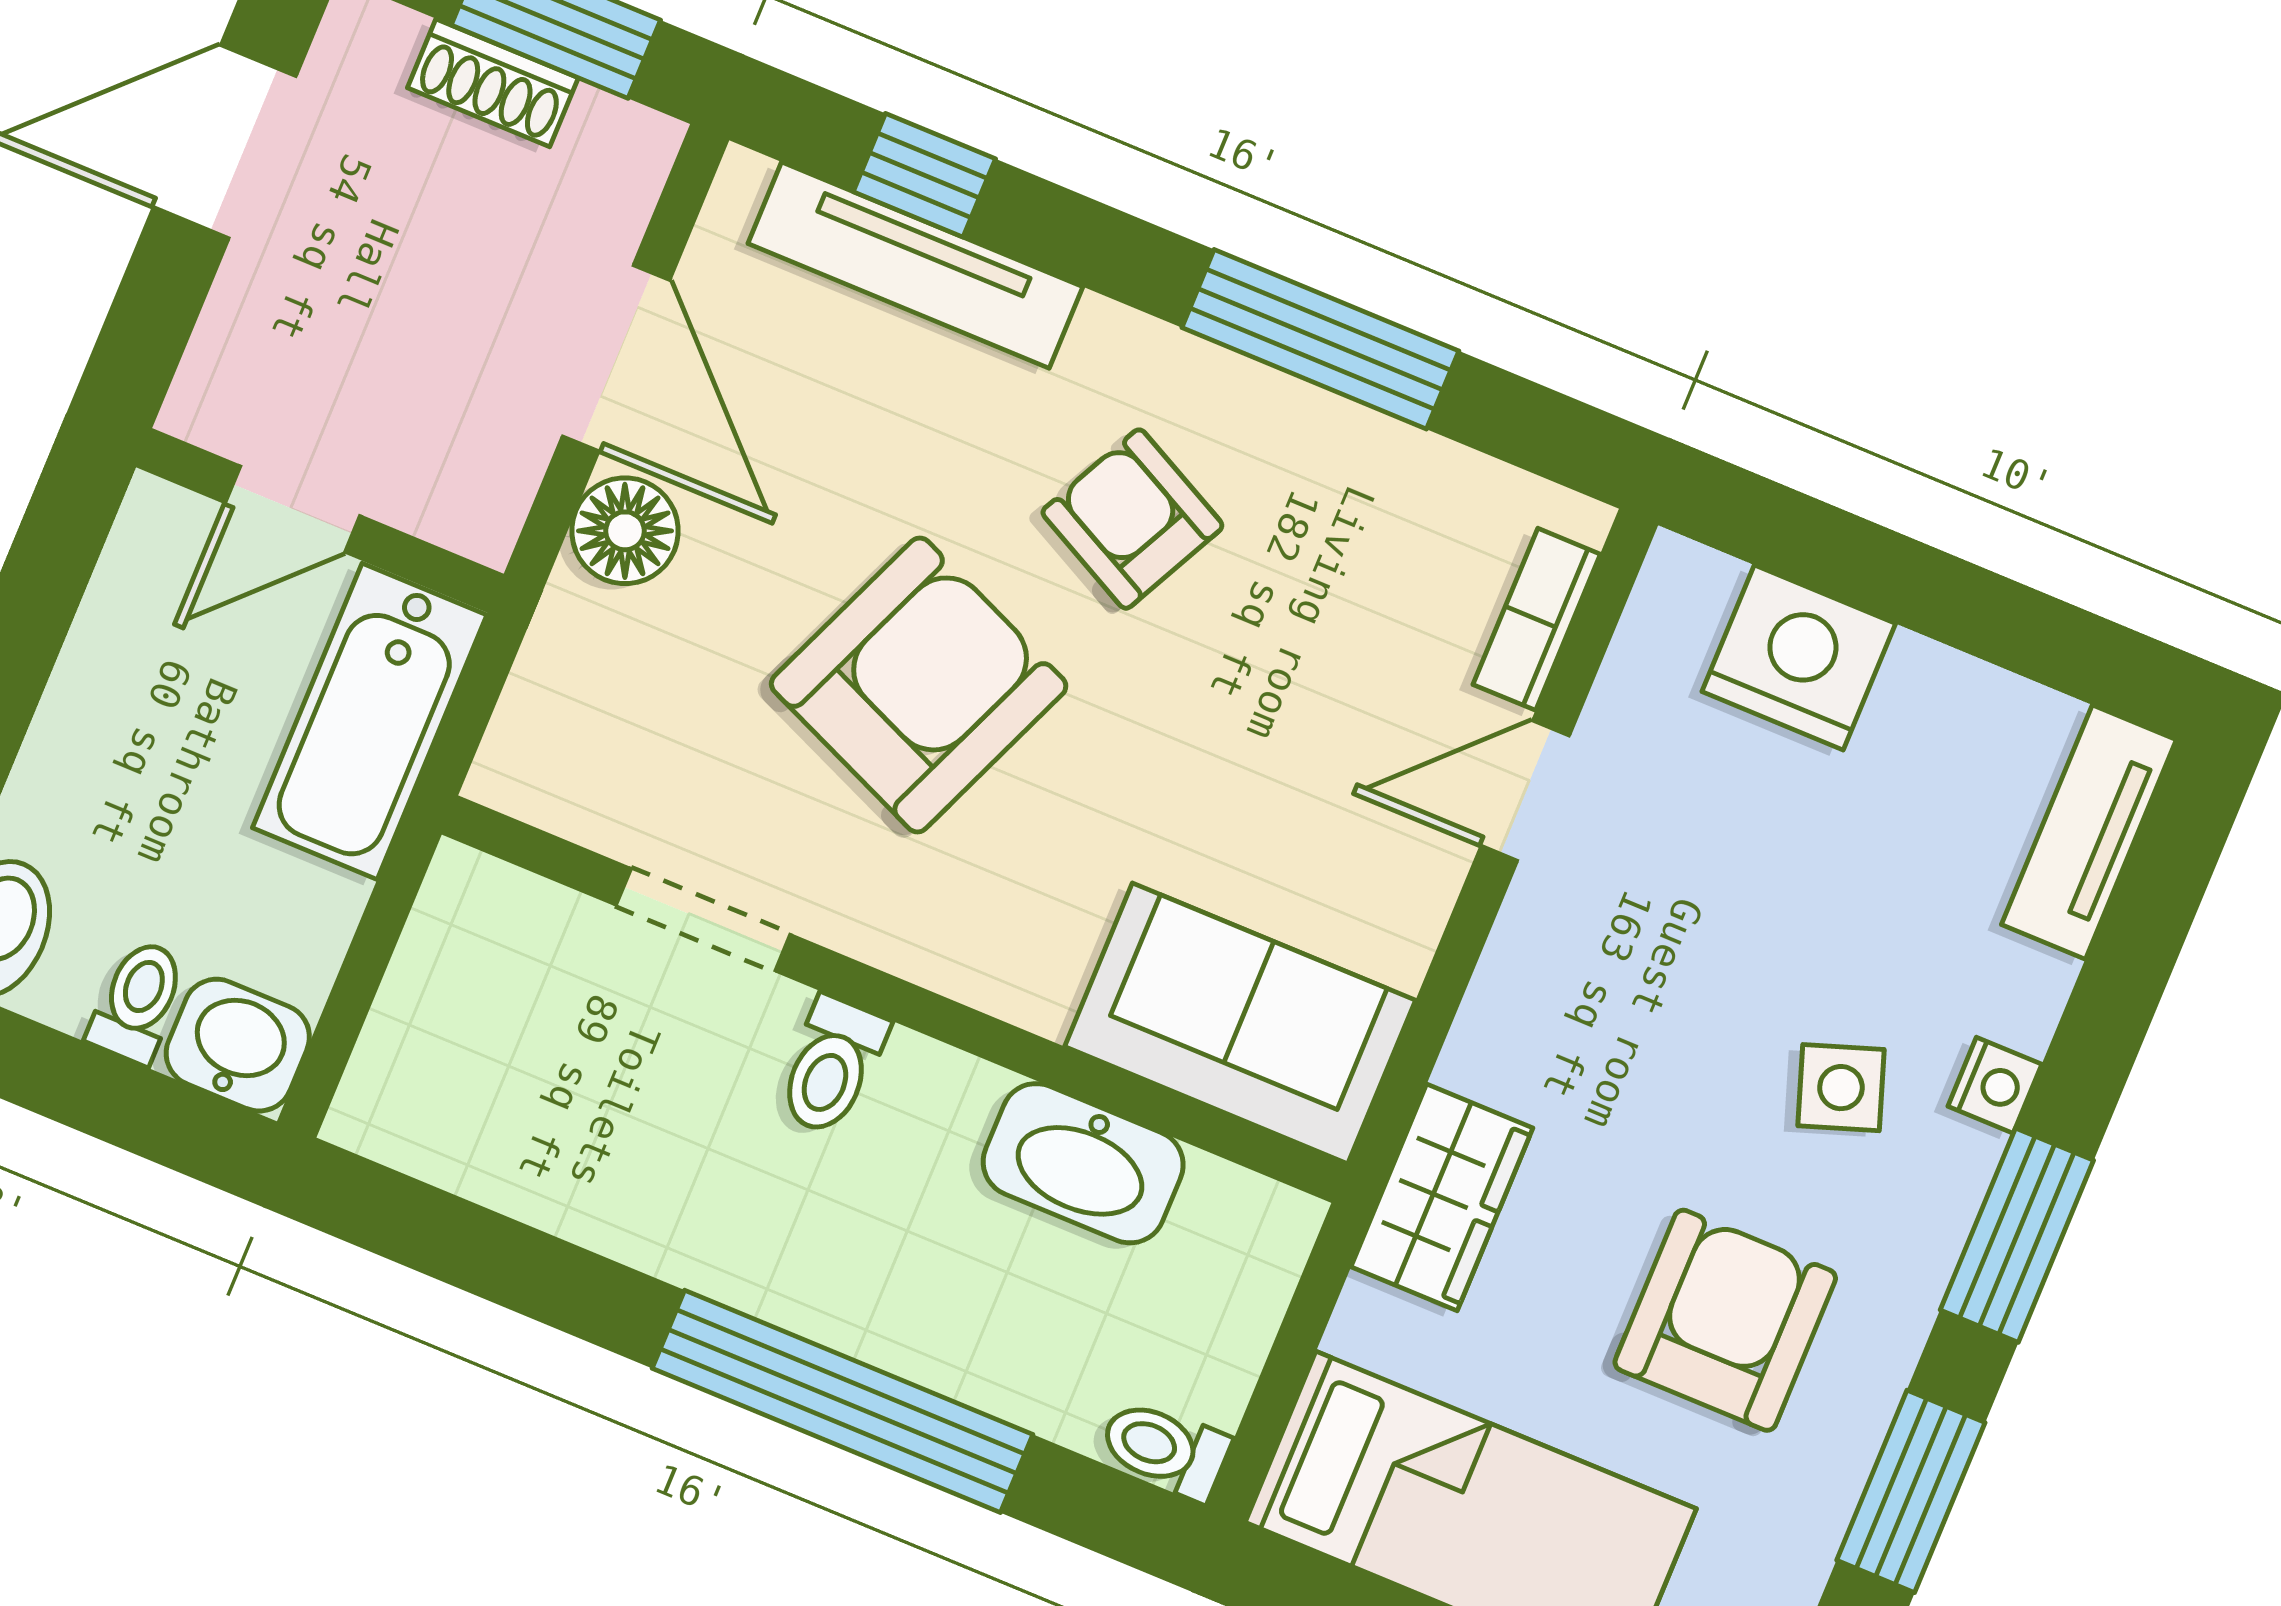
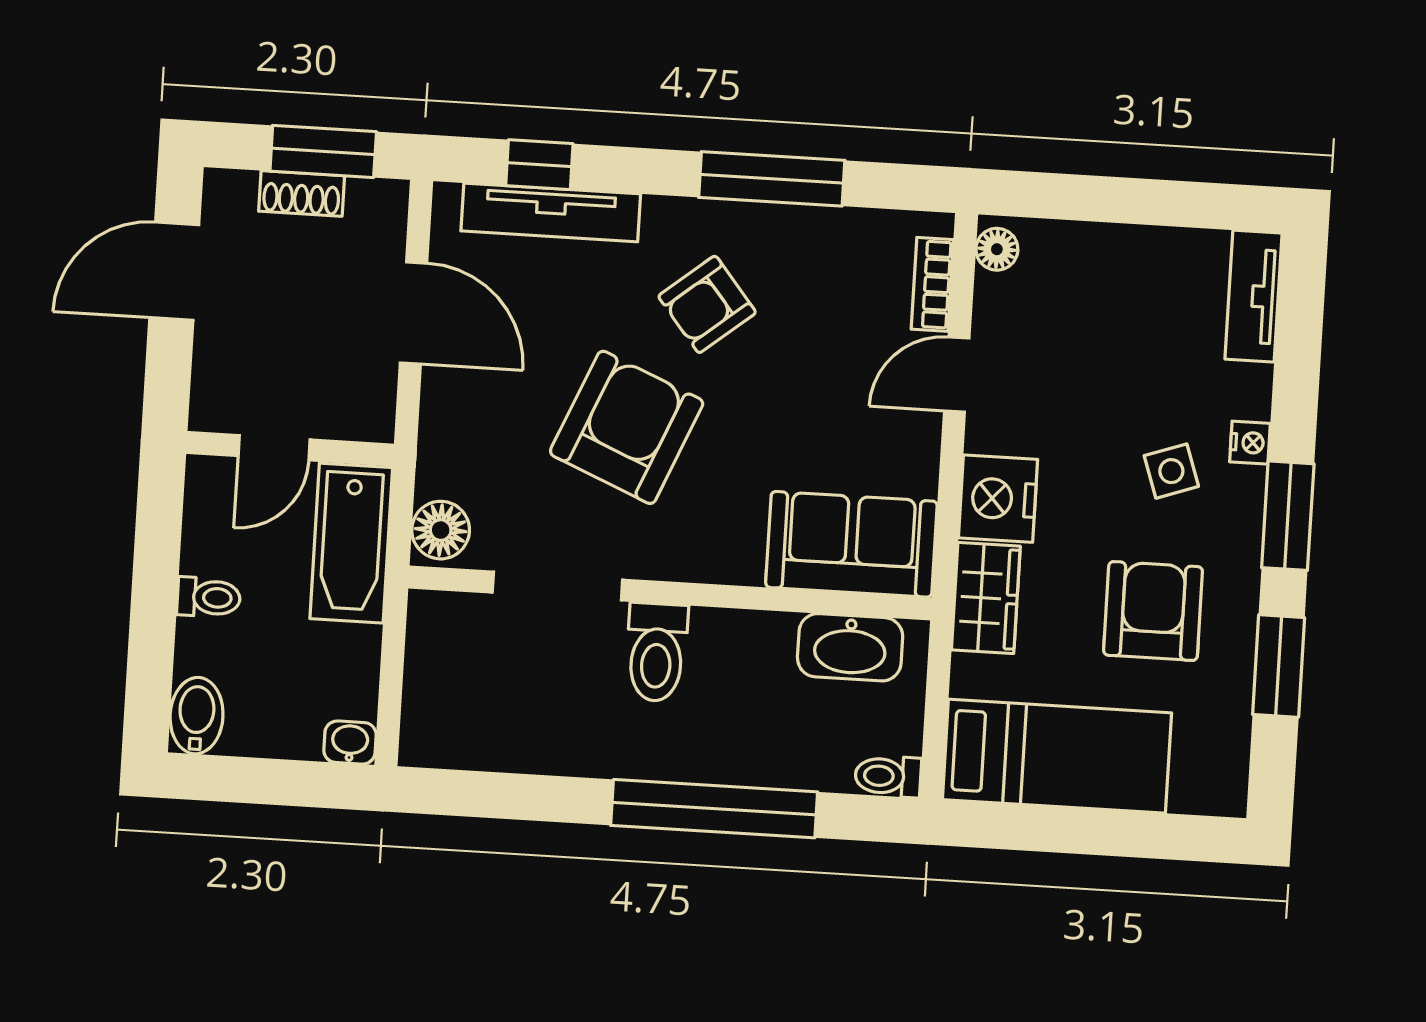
armchair: (1132, 519) -> (707, 304), turned -66
floor lamp: (625, 531) -> (441, 530), moved
floor lamp: (1670, 597) -> (997, 249), added
nightstand: (1799, 657) -> (998, 499), moved, turned -90
doorway: (703, 920) -> (557, 586), width x1.38
toilet: (138, 1001) -> (209, 597), moved, turned 90
washbasin: (238, 1045) -> (350, 743), width x0.72, depth x0.69
toilet: (832, 1066) -> (657, 652), width x1.37, depth x1.39
washbasin: (1083, 1163) -> (850, 647), moved

